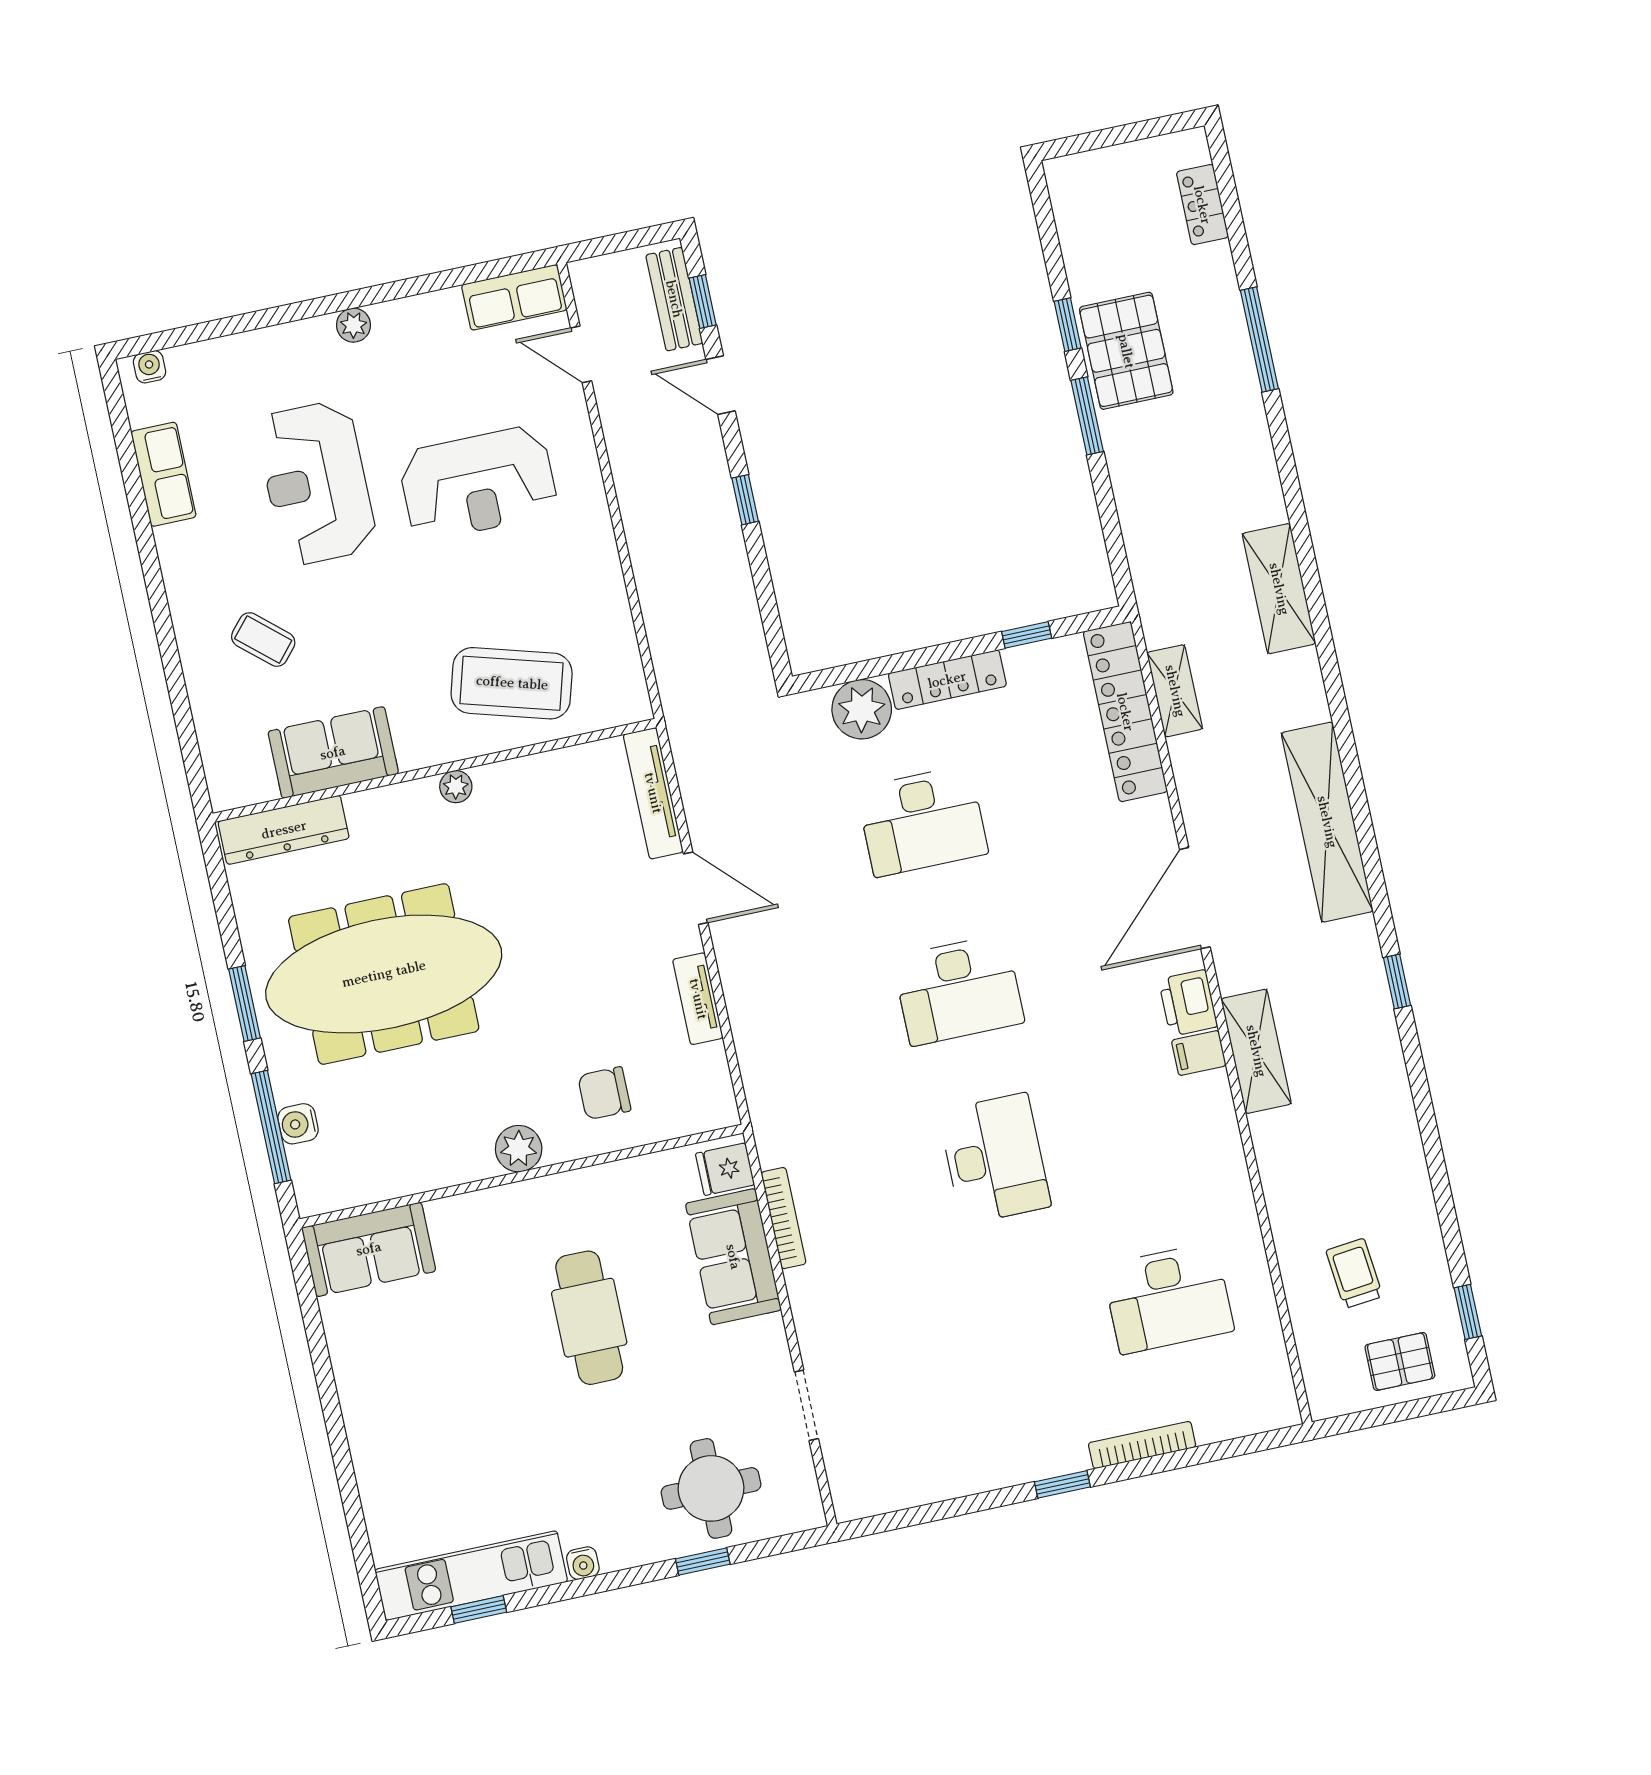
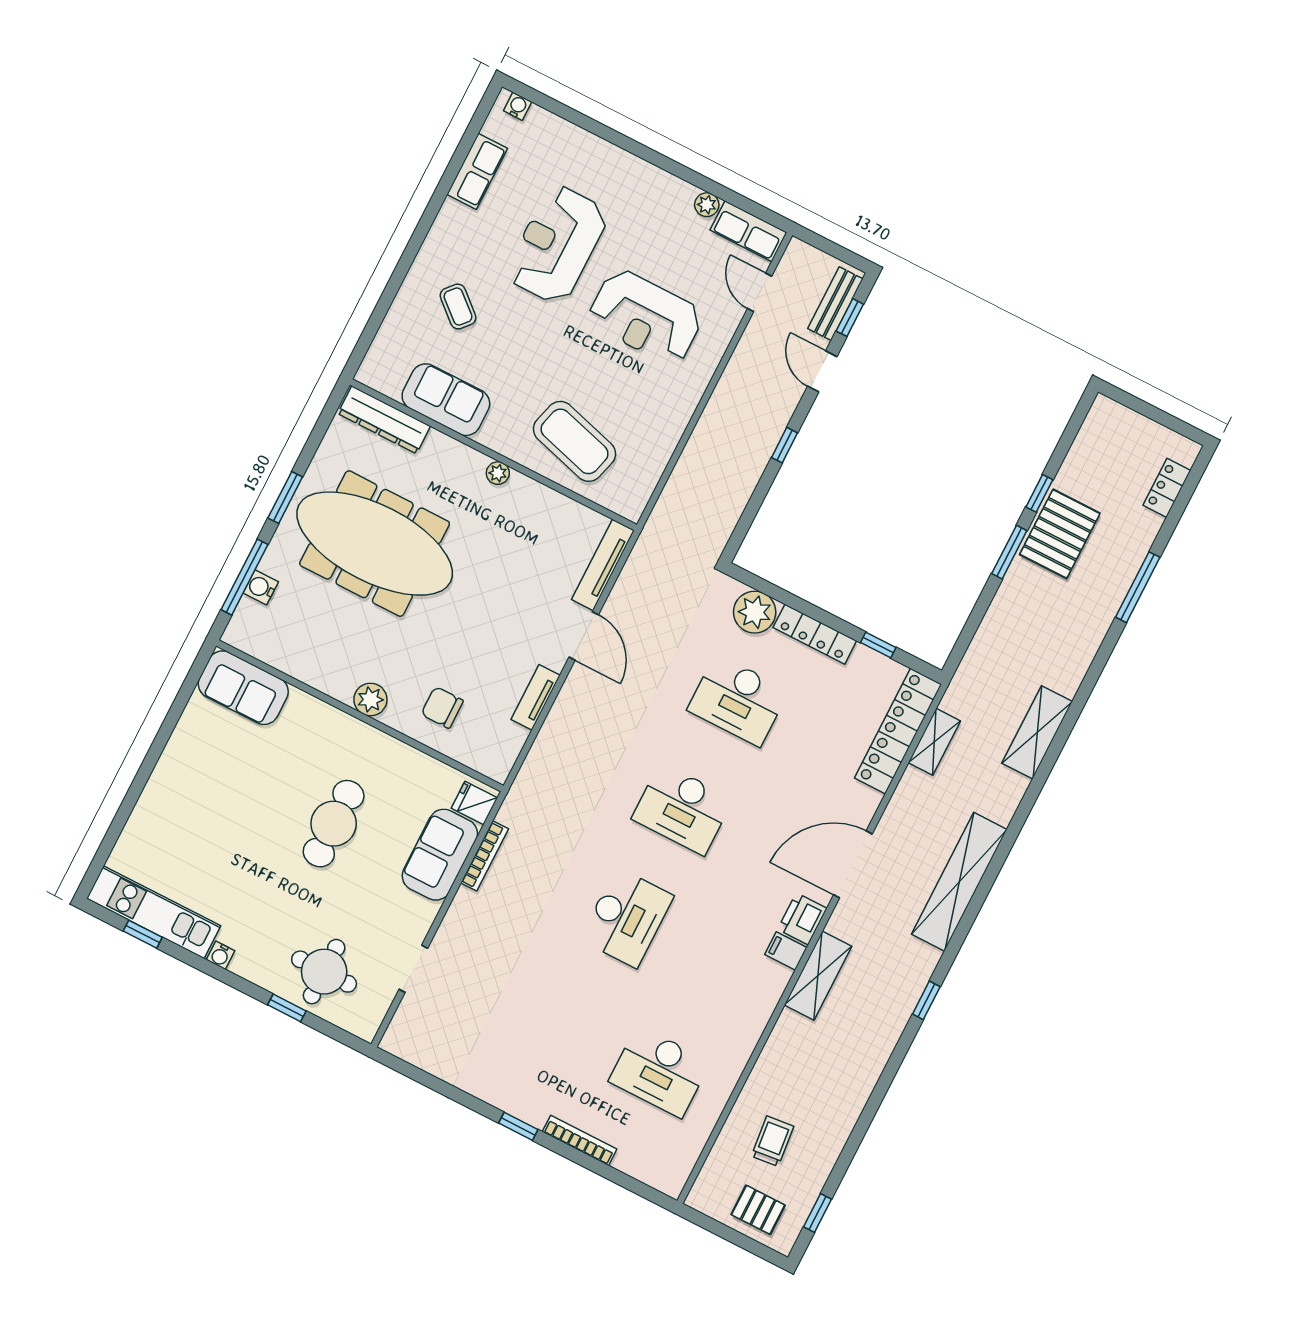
plant: (353, 325) -> (707, 205), moved

